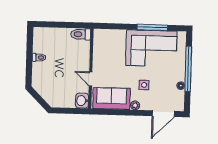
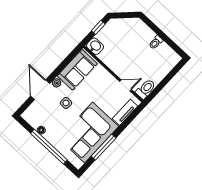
tv unit: (112, 34) -> (125, 112), added
door: (91, 79) -> (126, 85), moved
window: (66, 111) -> (98, 27), added
door: (163, 114) -> (40, 90), moved

